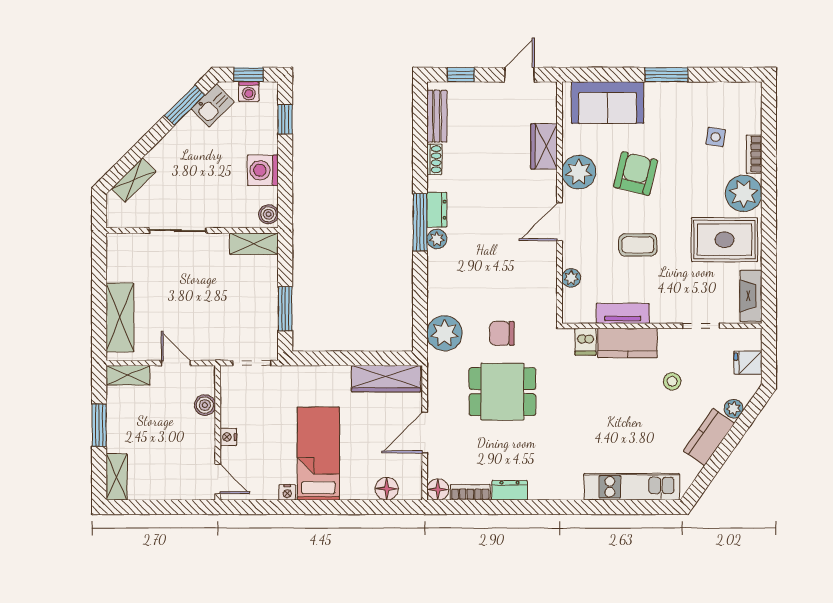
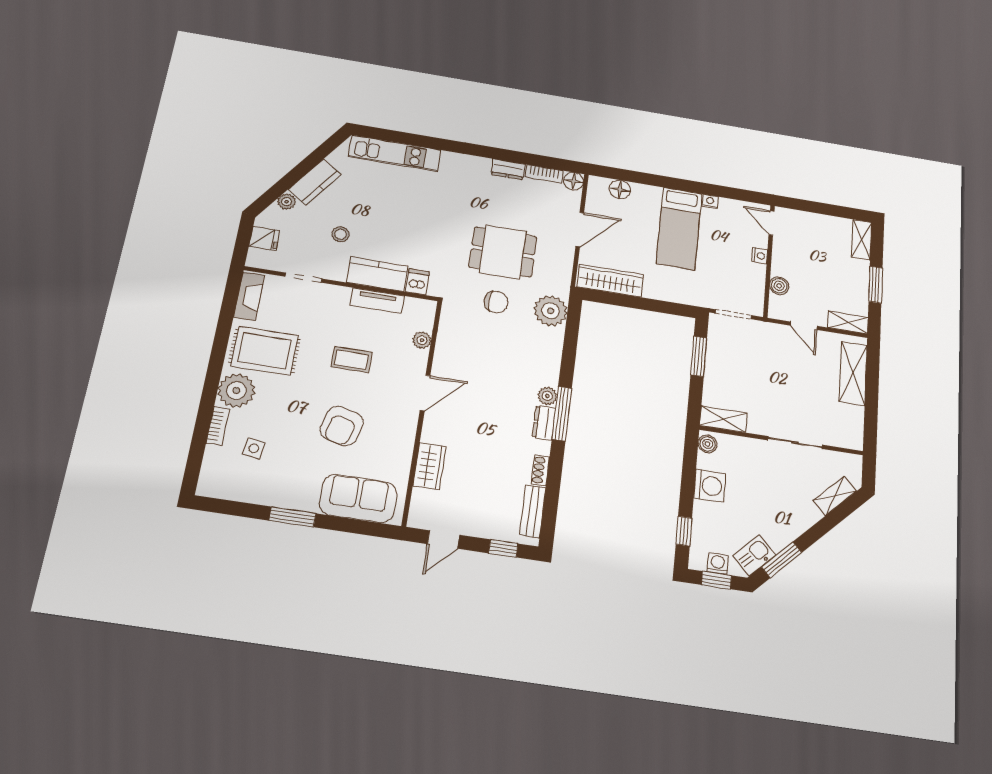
plant: (579, 172) -> (398, 436), removed

